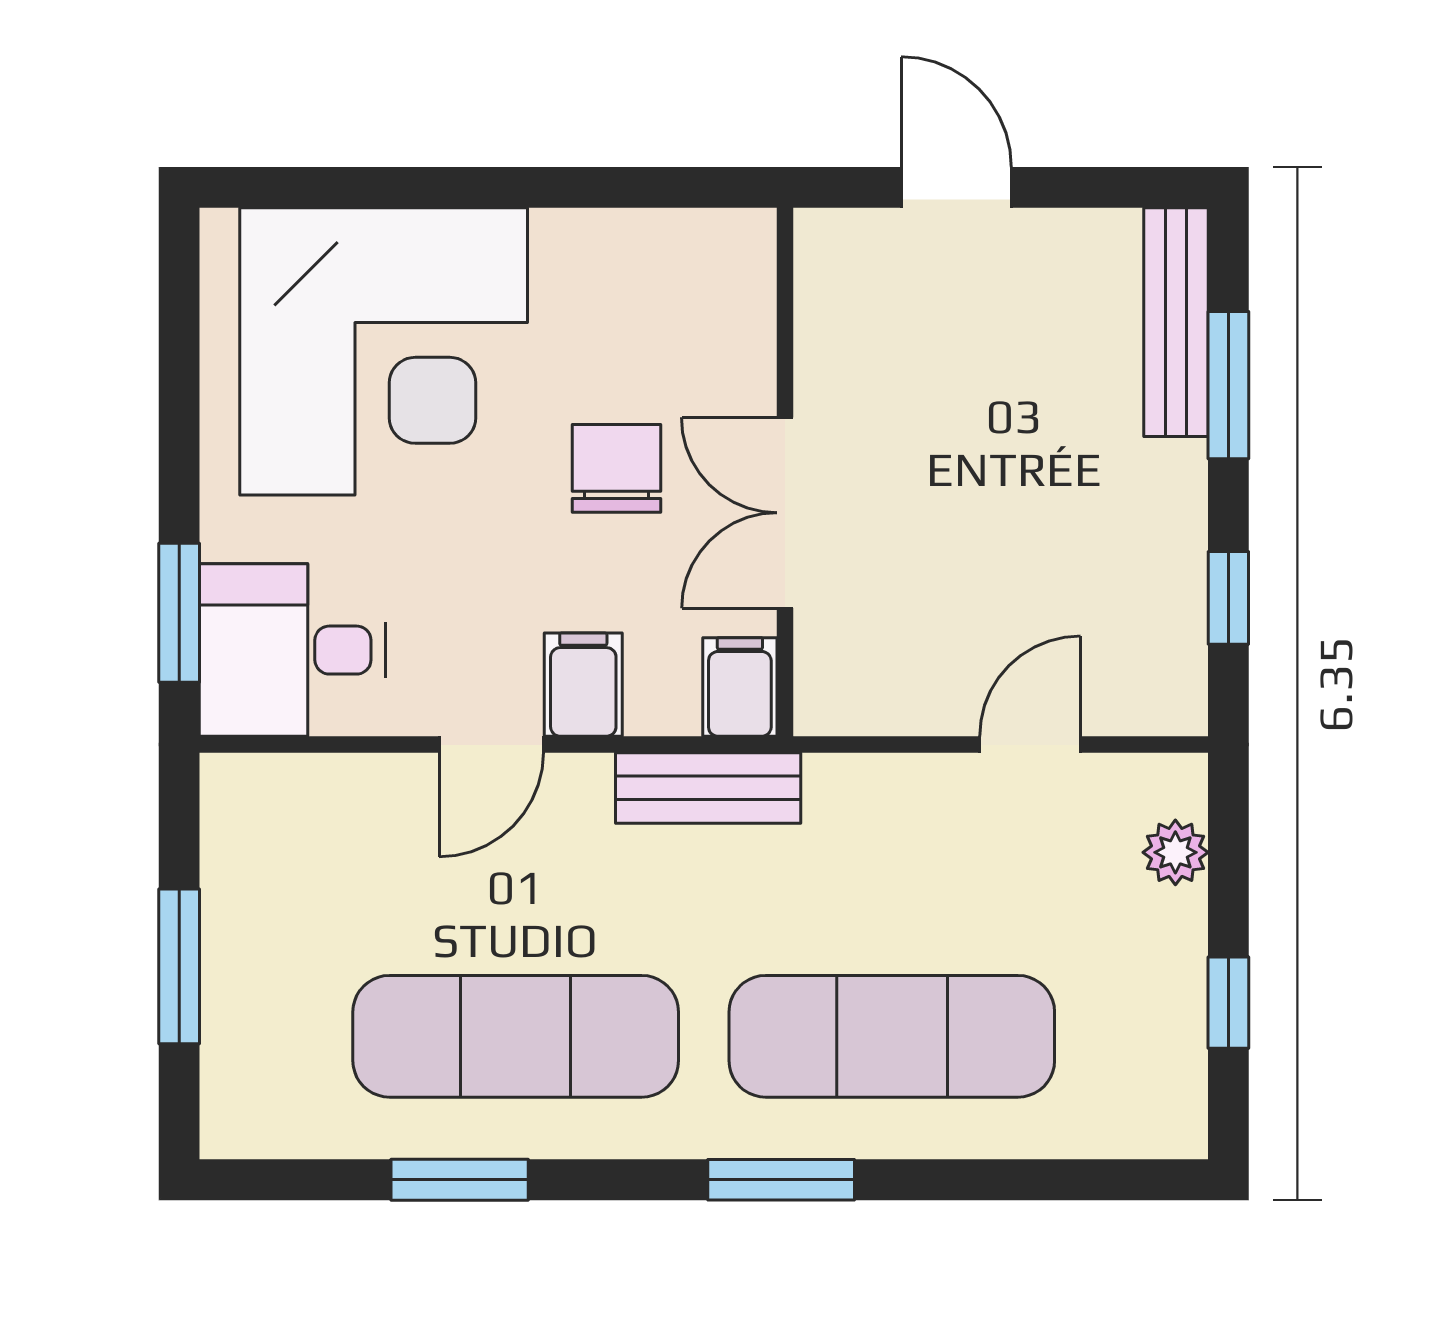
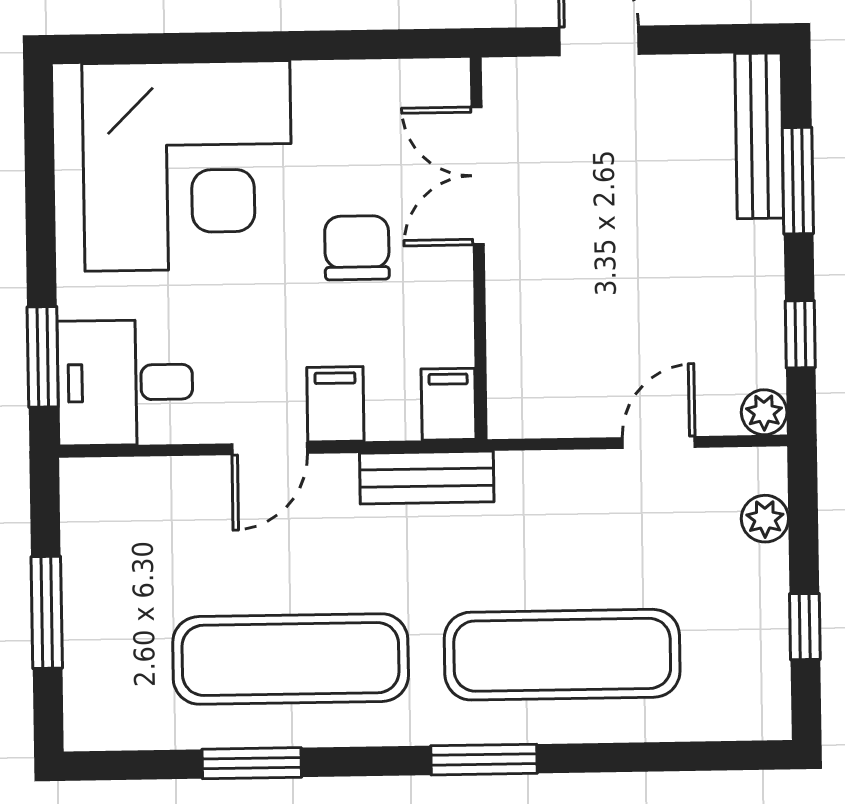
double door: (785, 513) -> (478, 176), moved
plant: (1177, 705) -> (764, 412), added

